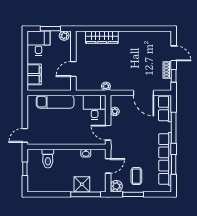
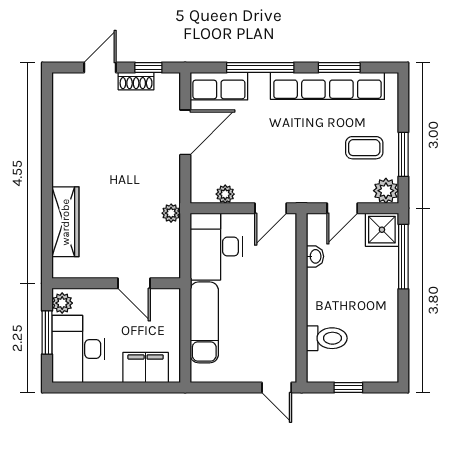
desk: (39, 43) -> (78, 349), width x1.37
desk: (95, 107) -> (216, 247), width x1.37
door: (108, 166) -> (342, 208), swing flipped
shower: (82, 184) -> (382, 230), moved

